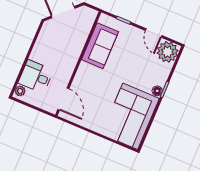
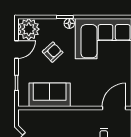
armchair: (138, 65) -> (53, 52), added

